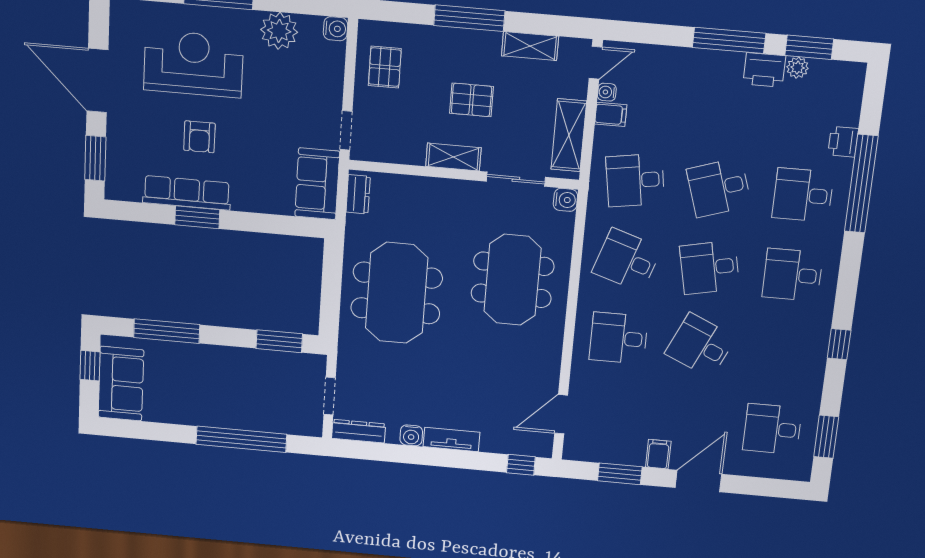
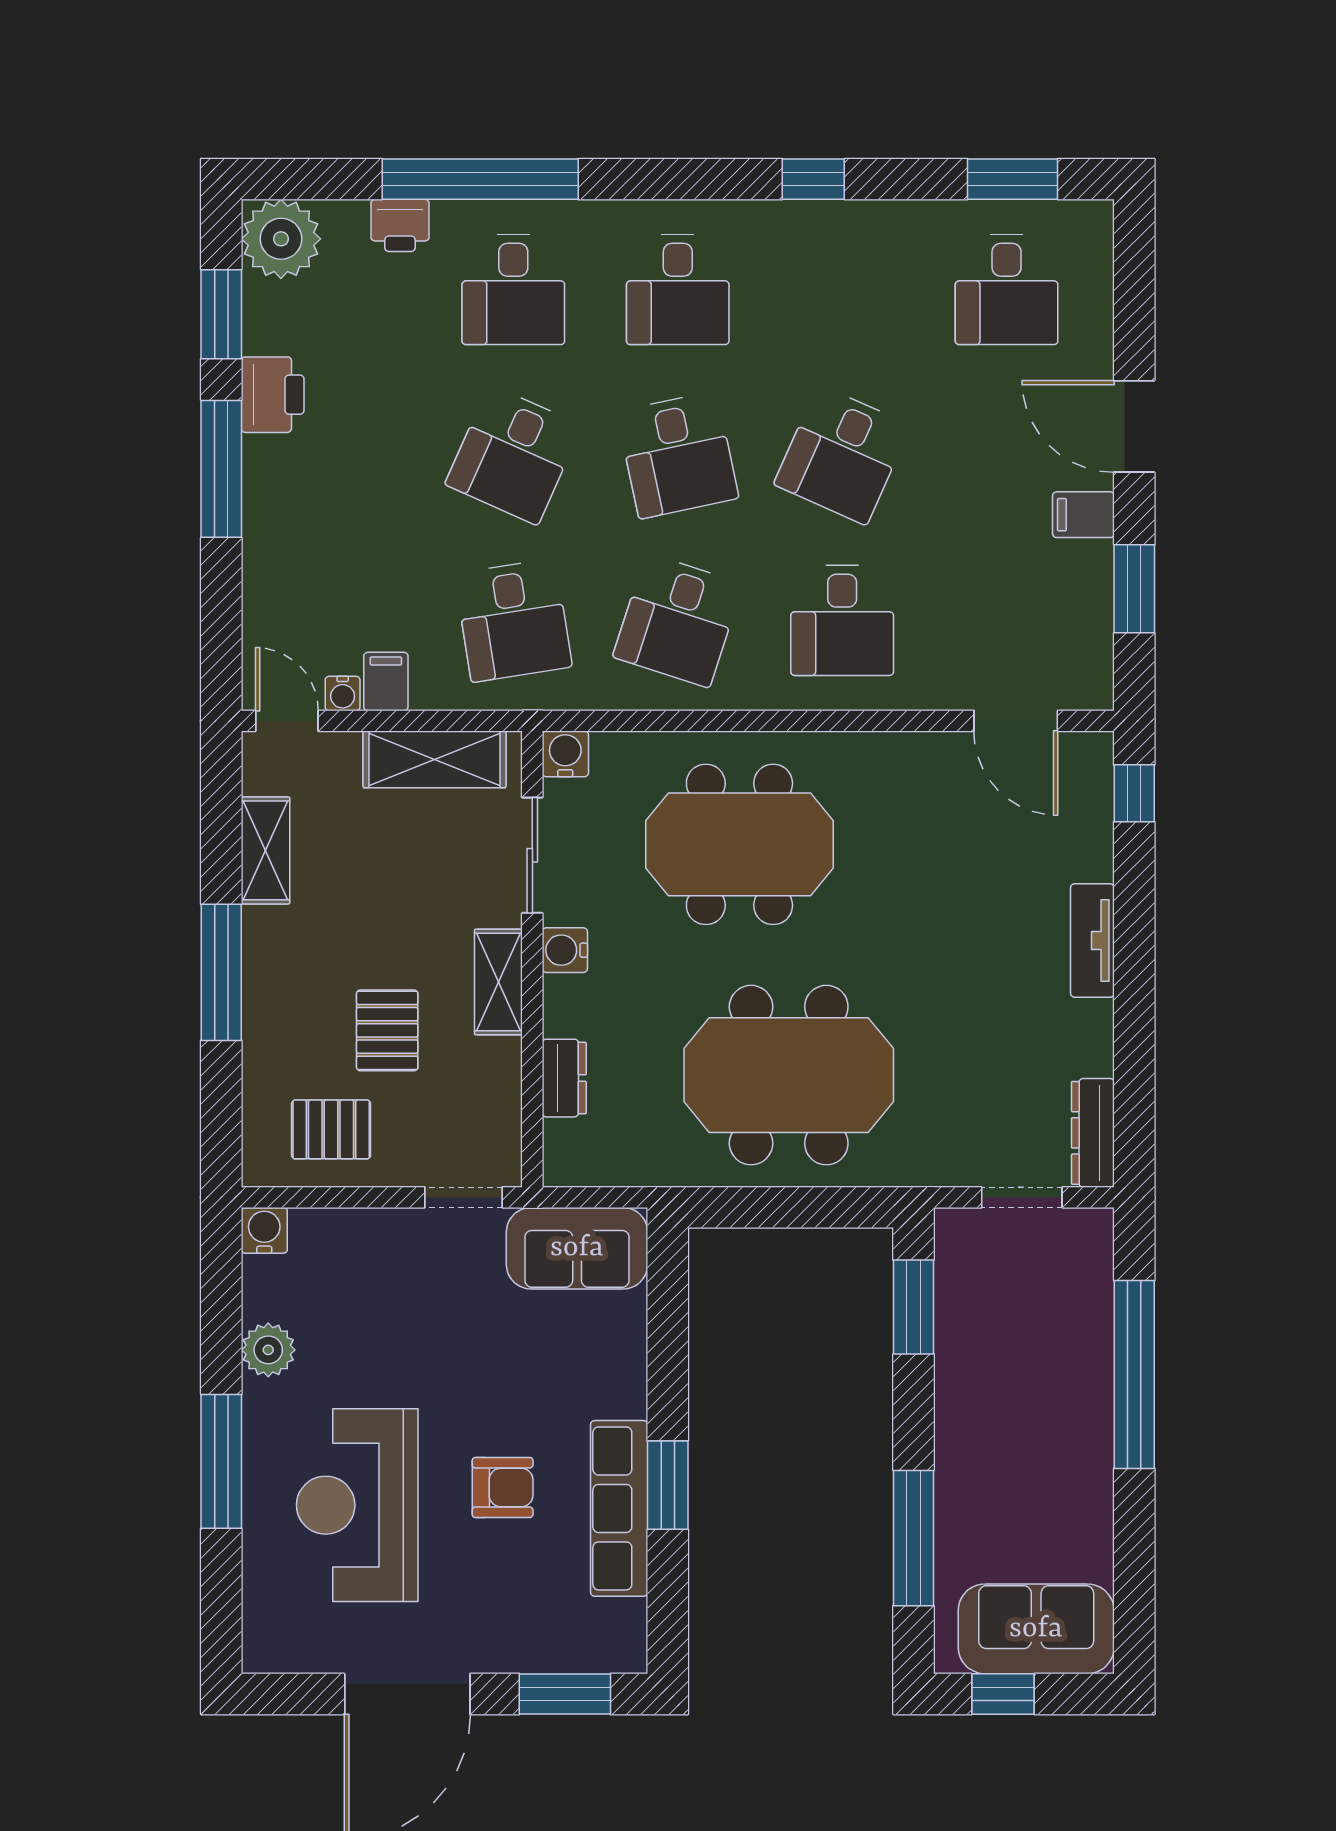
plant: (279, 31) -> (268, 1350), width x0.73, depth x0.73
plant: (798, 68) -> (281, 239), moved, width x1.88, depth x1.88
pallet: (471, 100) -> (387, 1030), moved
desk: (719, 188) -> (513, 455), turned 42
dresser: (358, 194) -> (564, 1078), moved, turned 90
water cooler: (411, 435) -> (565, 950), moved, turned 180

